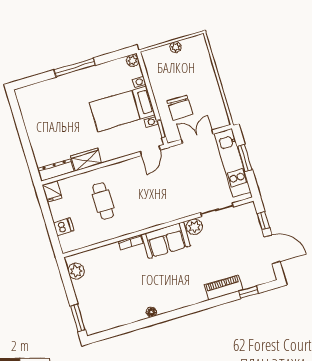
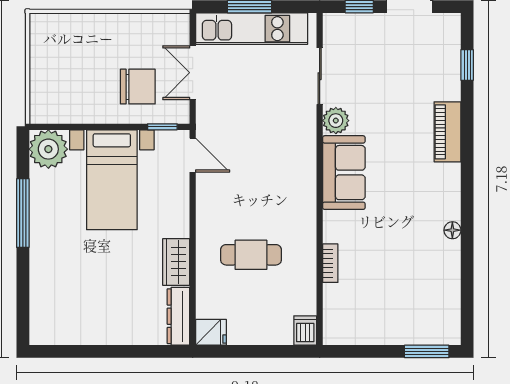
plant: (176, 47) -> (38, 65), removed
plant: (133, 61) -> (48, 149), width x1.87, depth x1.87
window: (75, 67) -> (23, 213), moved
dishwasher: (64, 227) -> (305, 331), moved
bookcase: (130, 242) -> (330, 263), moved
plant: (76, 271) -> (351, 332), removed
piano: (224, 287) -> (447, 132), moved

